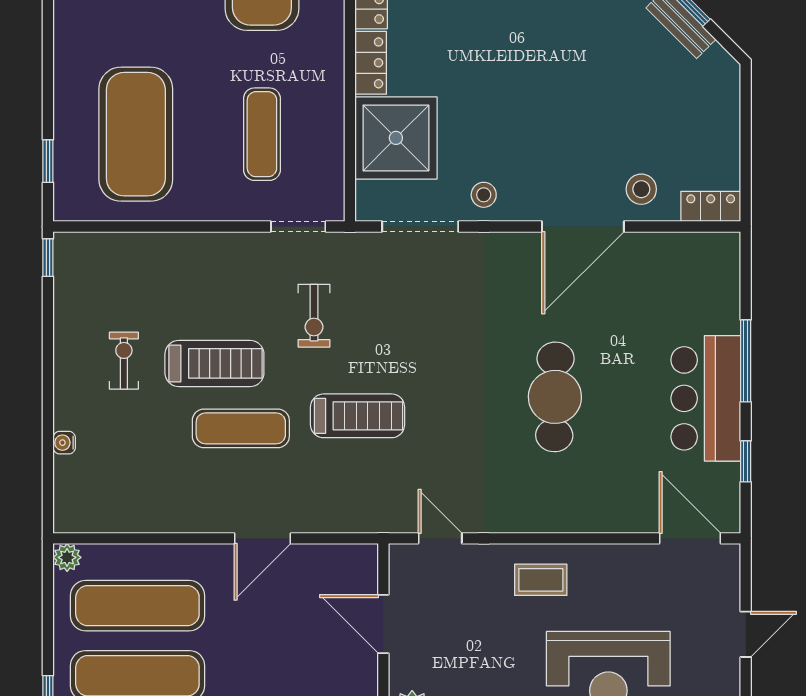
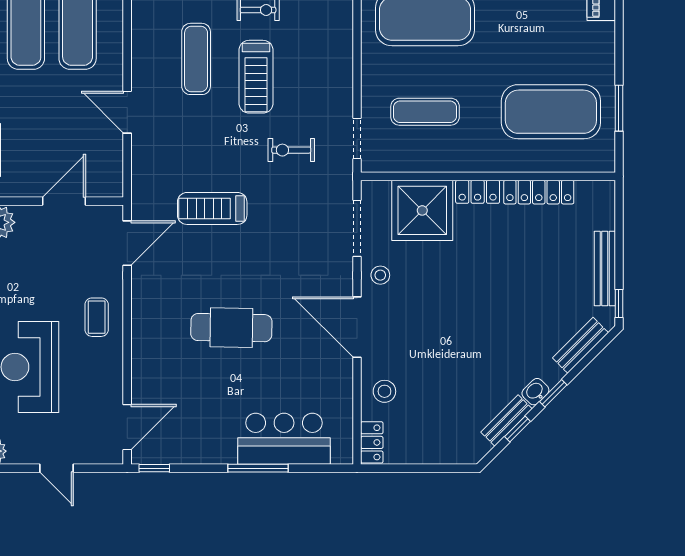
door: (583, 226) -> (357, 327), moved
bar counter: (706, 398) -> (284, 439), moved
treadmill: (358, 416) -> (212, 208), moved, turned 90
exercise mat: (241, 428) -> (196, 59), moved
window: (746, 461) -> (154, 468), moved
door: (440, 538) -> (127, 243), width x1.38

